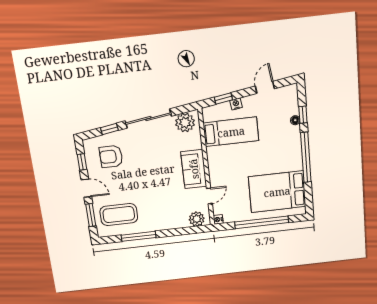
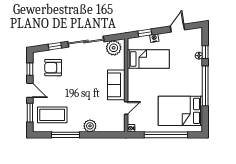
plant: (197, 219) -> (90, 126), moved

